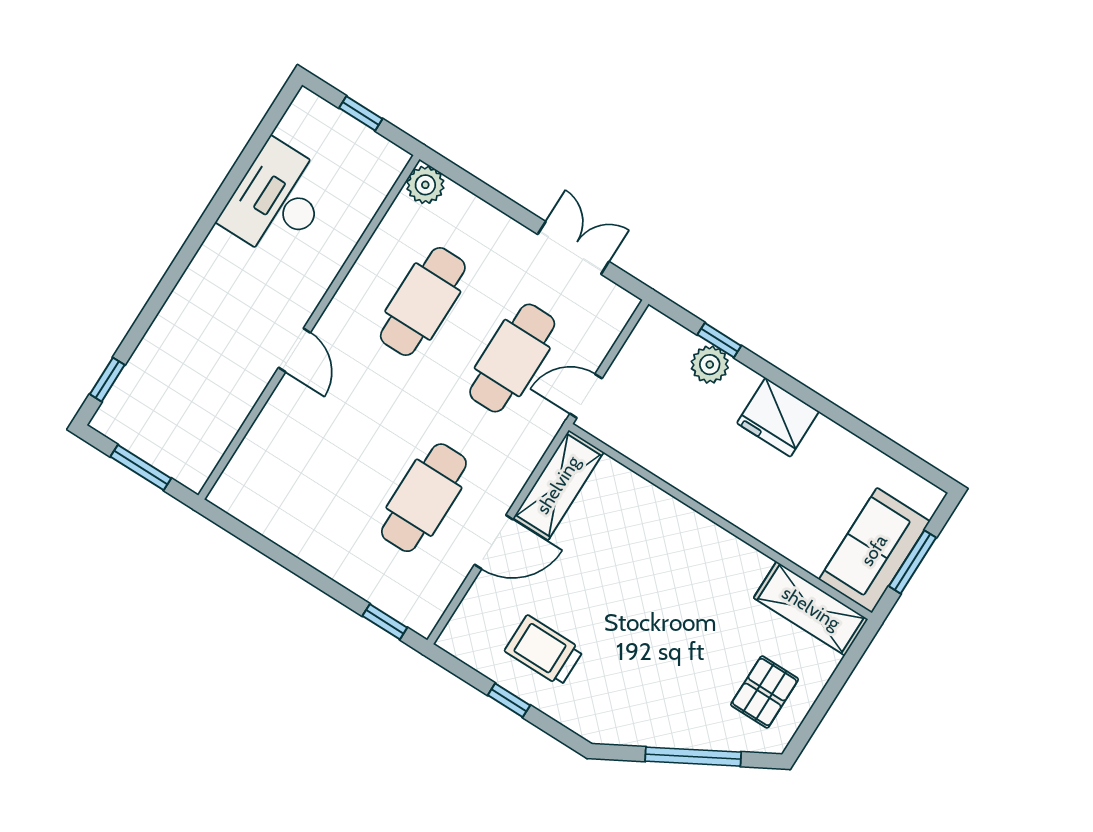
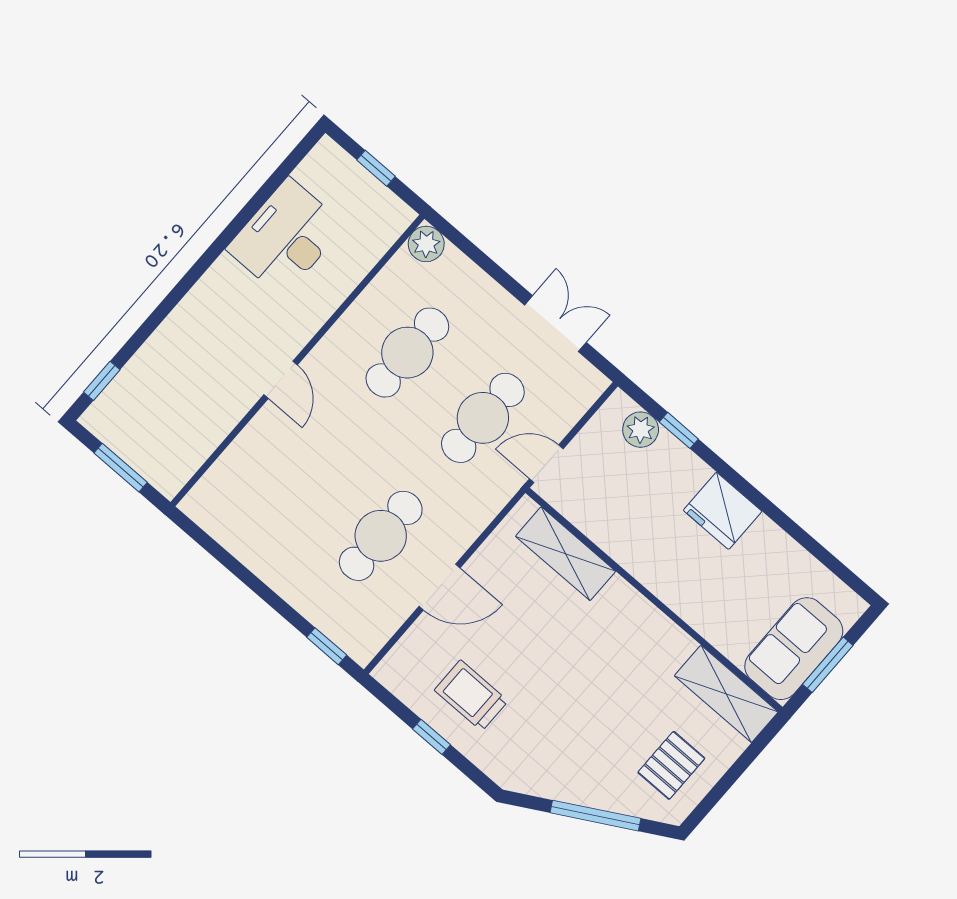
plant: (710, 365) -> (641, 430), moved
shelving: (558, 485) -> (566, 554), moved, turned 90

